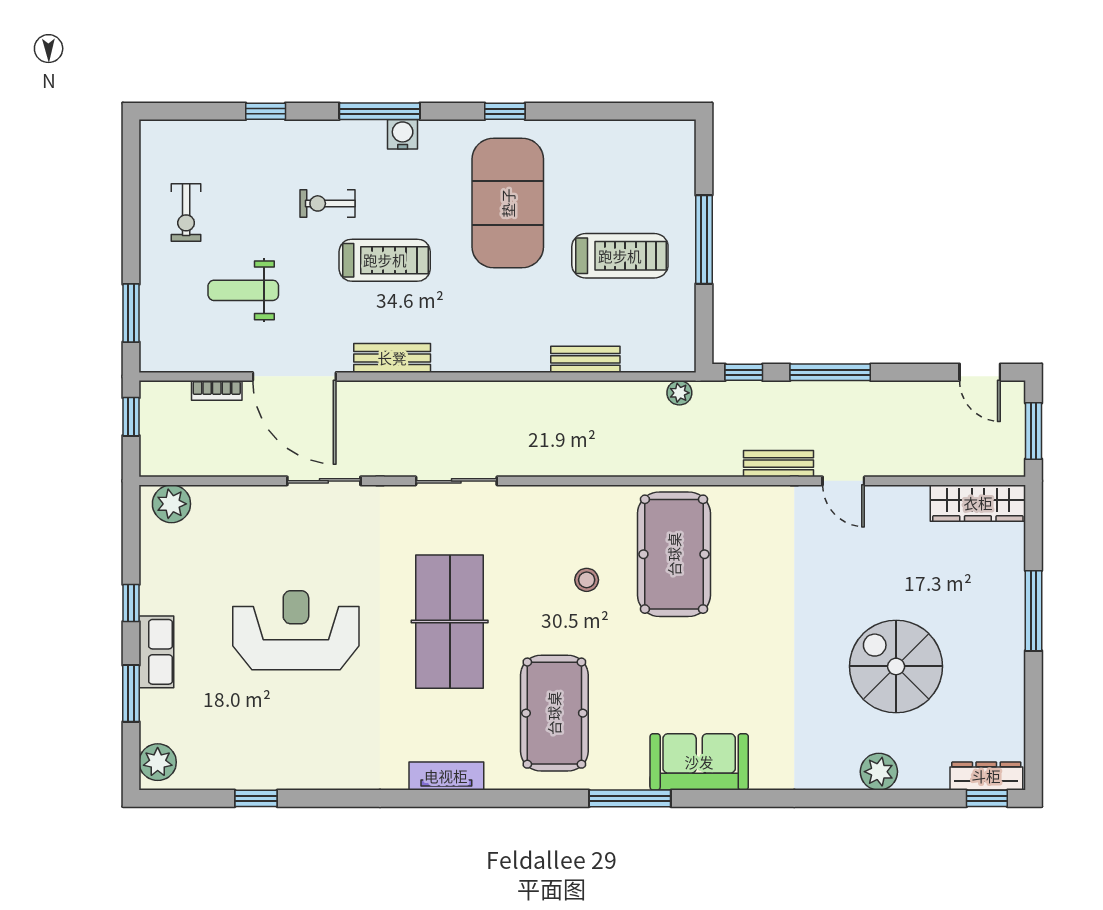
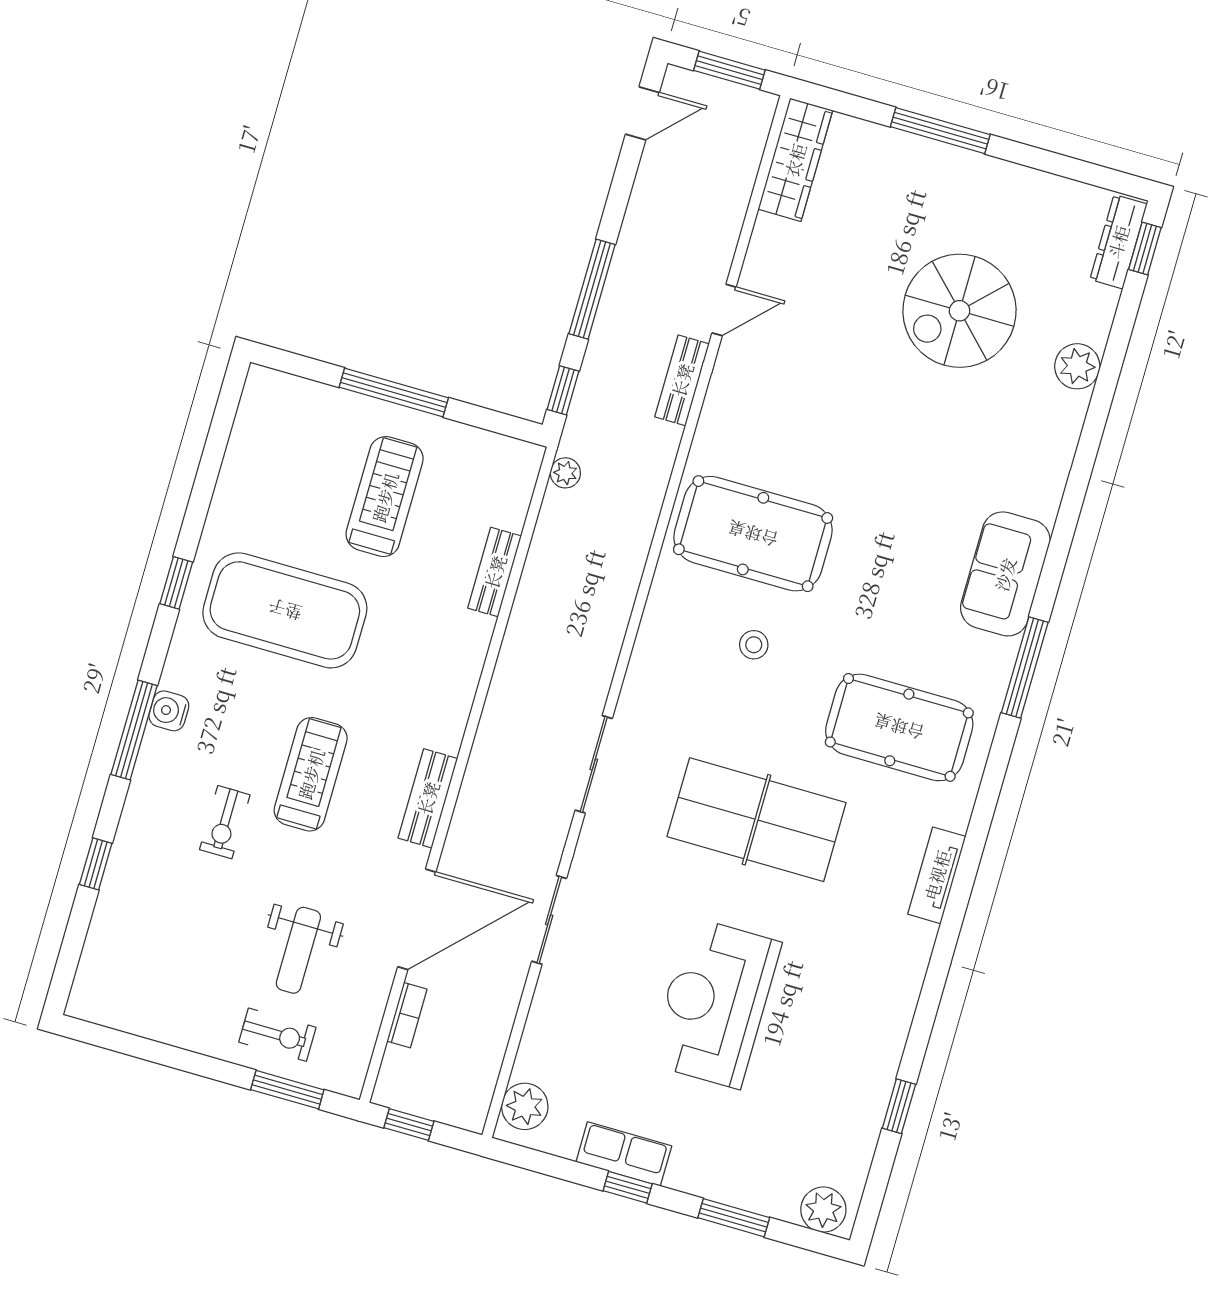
exercise bike: (186, 213) -> (277, 1035), moved
row of seats: (156, 652) -> (624, 1154), moved

